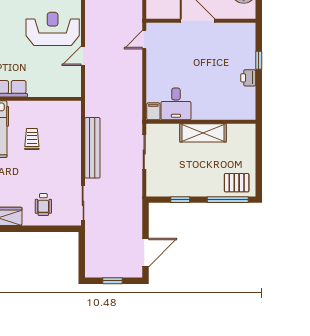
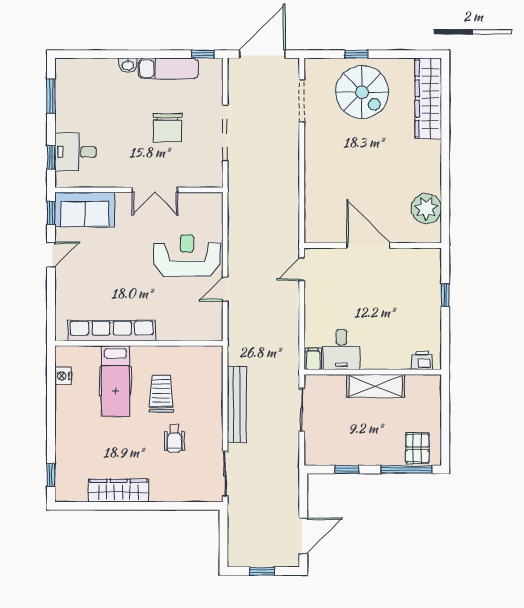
printer: (248, 78) -> (422, 360), moved, turned 90
trolley: (32, 139) -> (161, 394), width x1.36, depth x1.39
pallet: (237, 183) -> (417, 448), turned 90
wheelchair: (43, 205) -> (174, 439), moved

